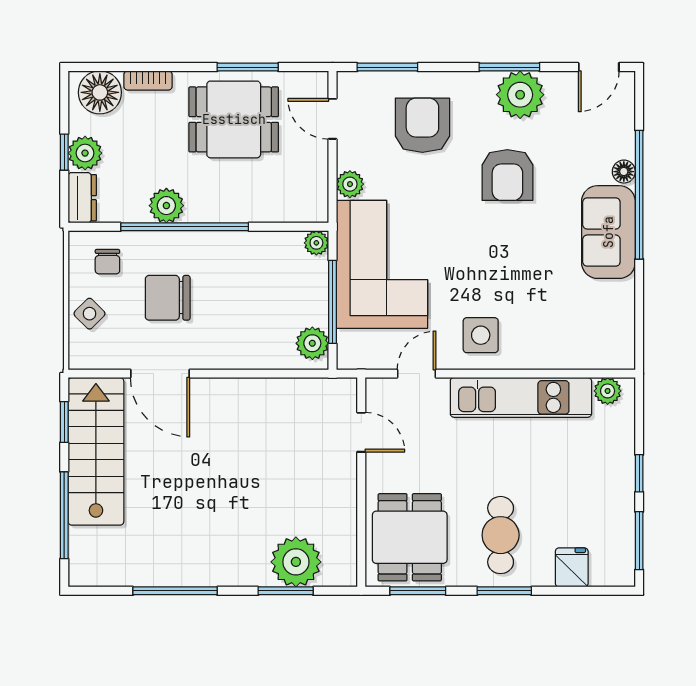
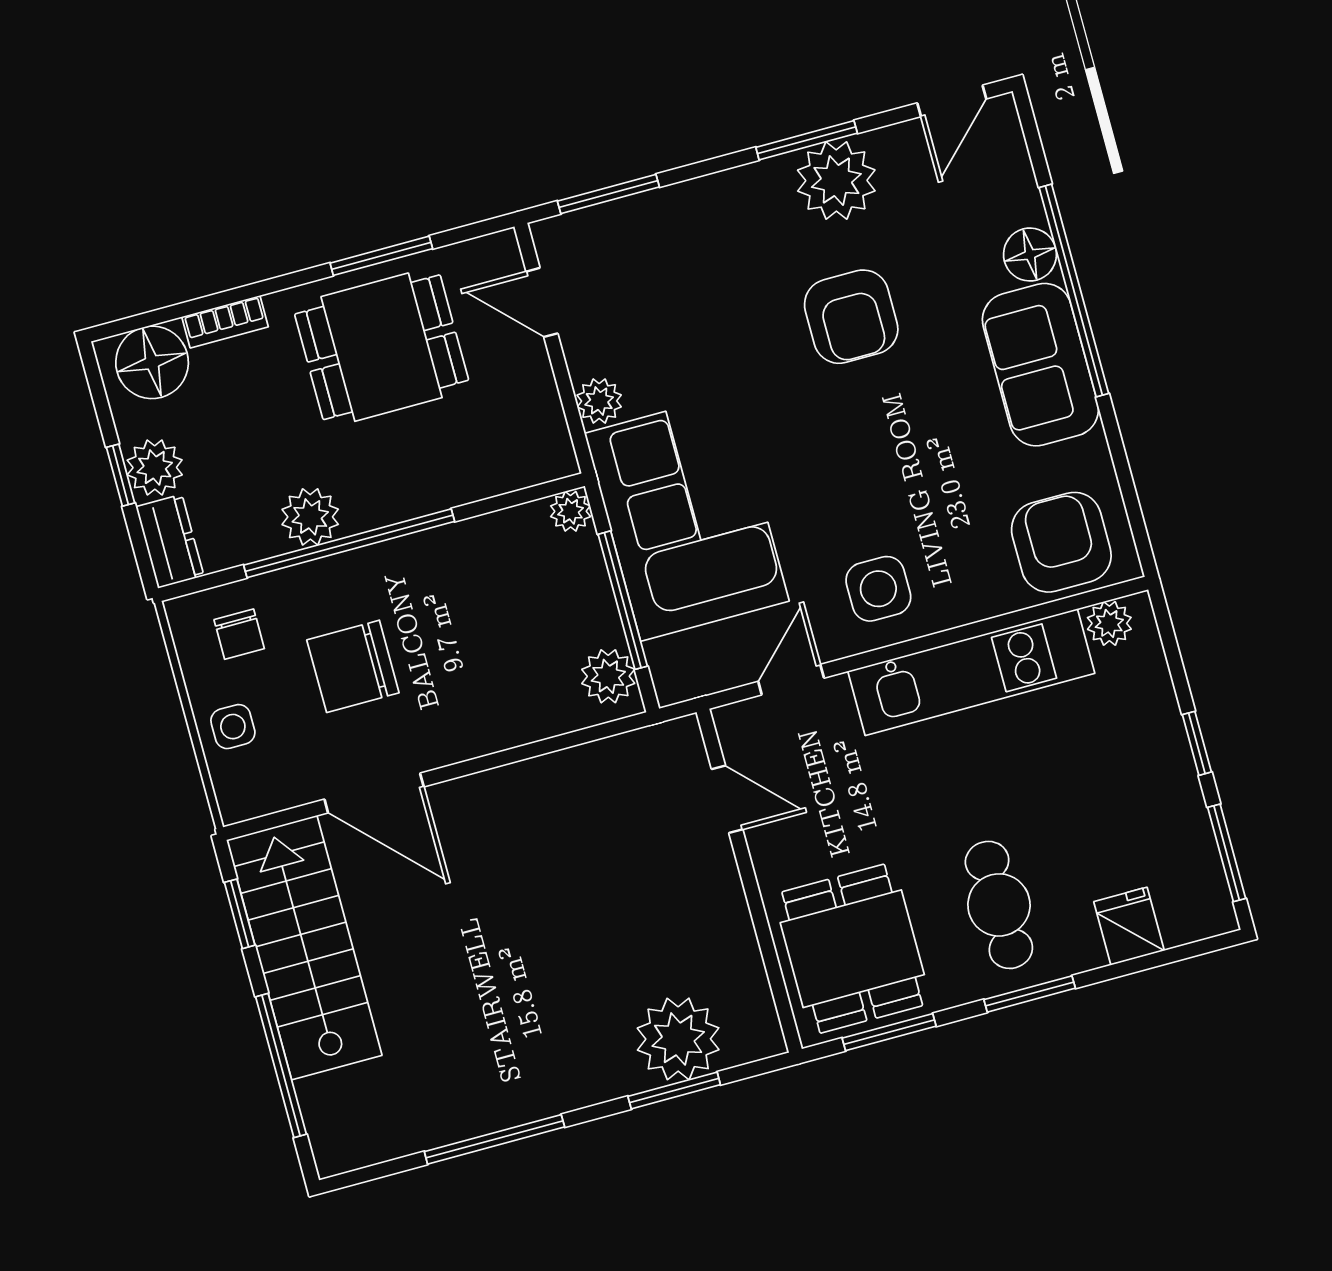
armchair: (422, 125) -> (1061, 542), moved
floor lamp: (624, 172) -> (1030, 255), width x1.37, depth x1.37
side table: (89, 314) -> (233, 727), turned 45

